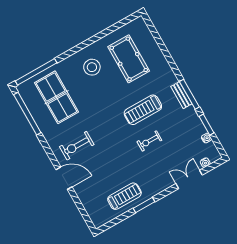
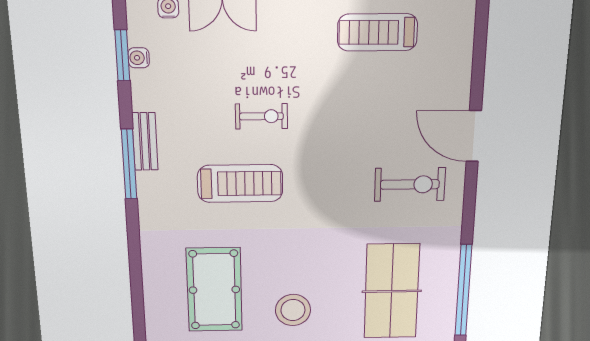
bench: (181, 95) -> (145, 141), moved
window: (207, 125) -> (122, 55), moved

